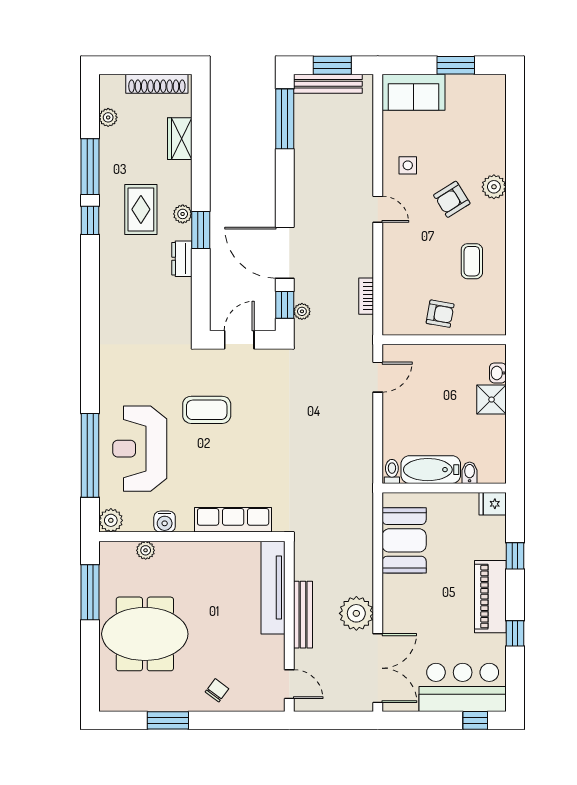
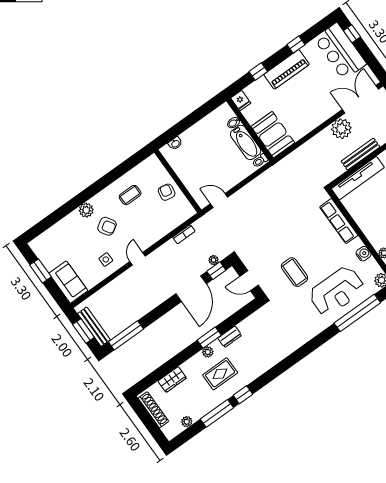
shower: (492, 400) -> (190, 137), removed
booth: (404, 540) -> (273, 135), moved, turned 90

